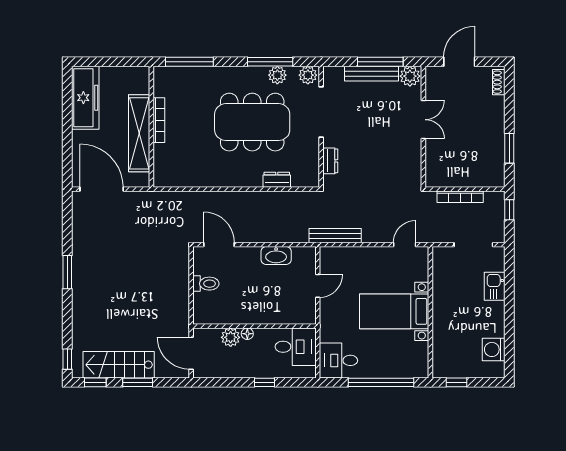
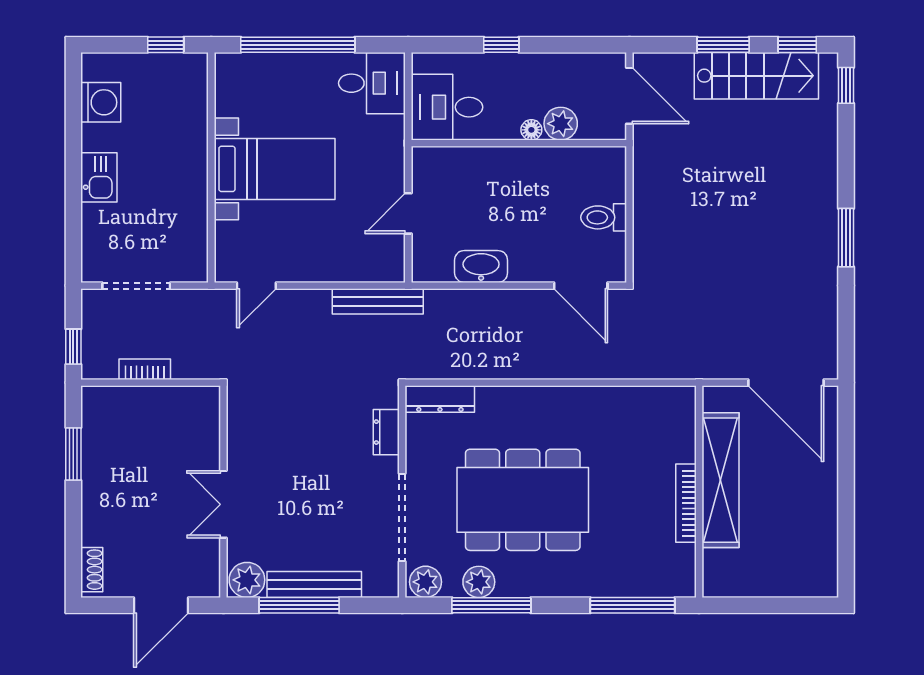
freezer: (85, 98) -> (815, 542), removed
dresser: (277, 180) -> (440, 399), moved, width x1.44
bookcase: (460, 197) -> (145, 369), width x0.64
kitchen sink: (495, 286) -> (99, 177), moved

